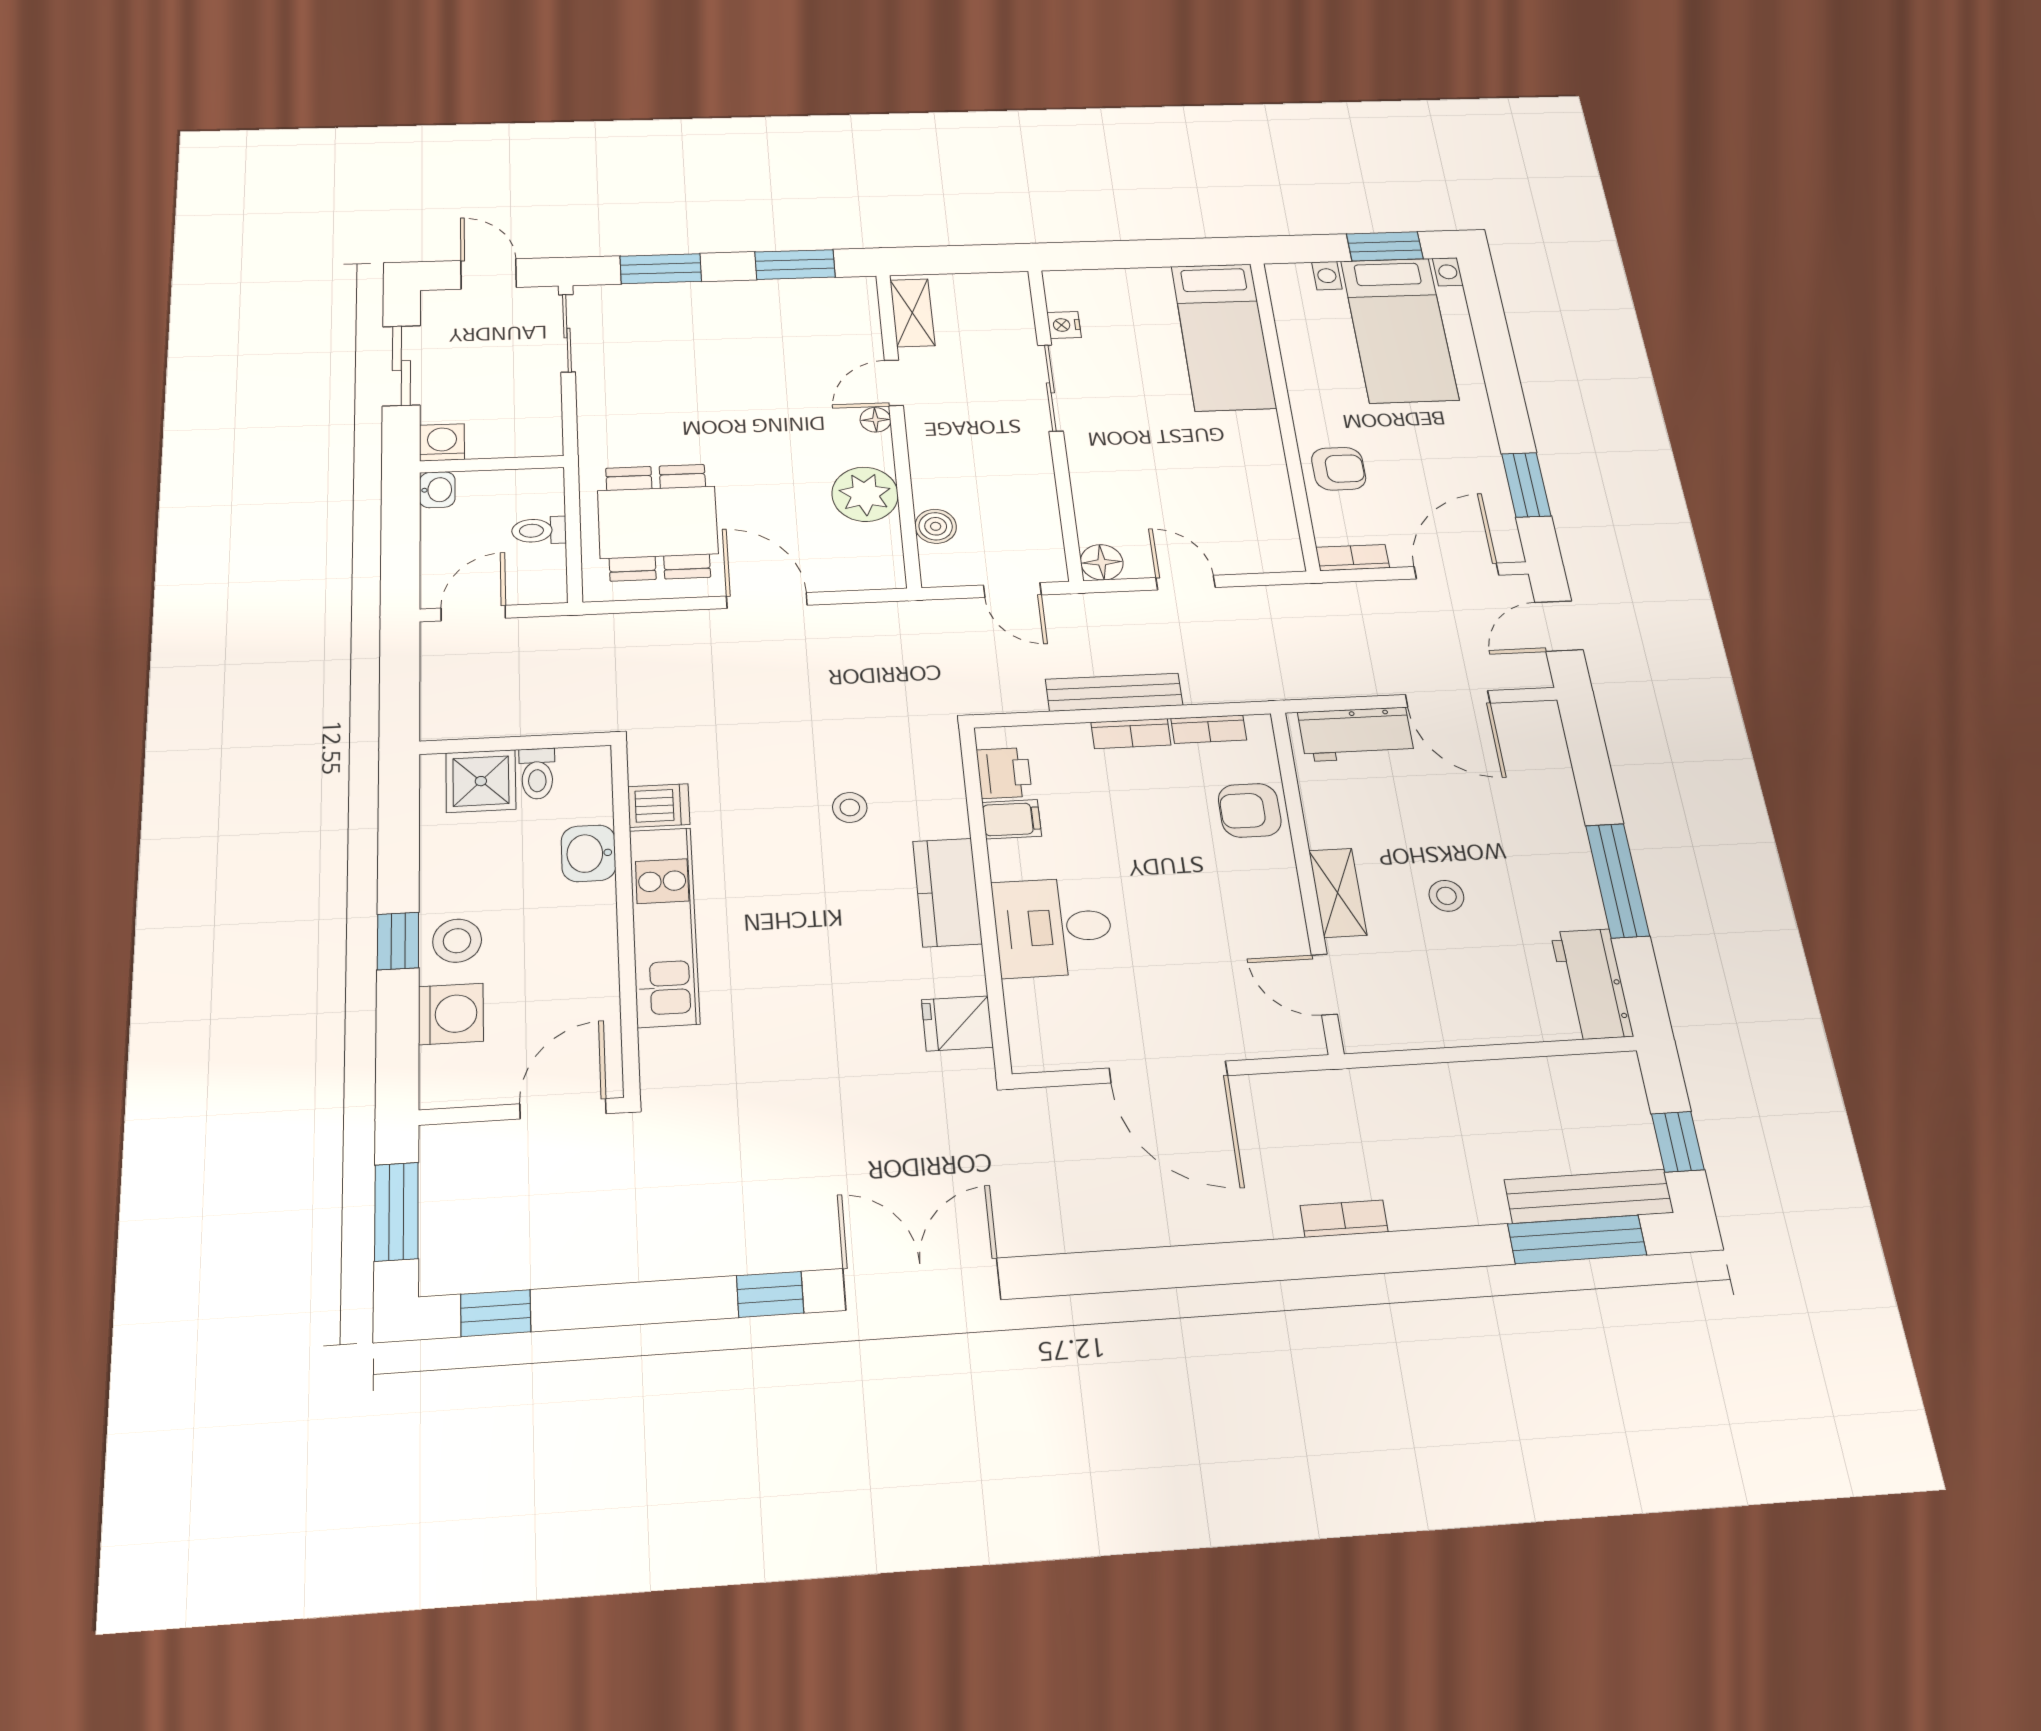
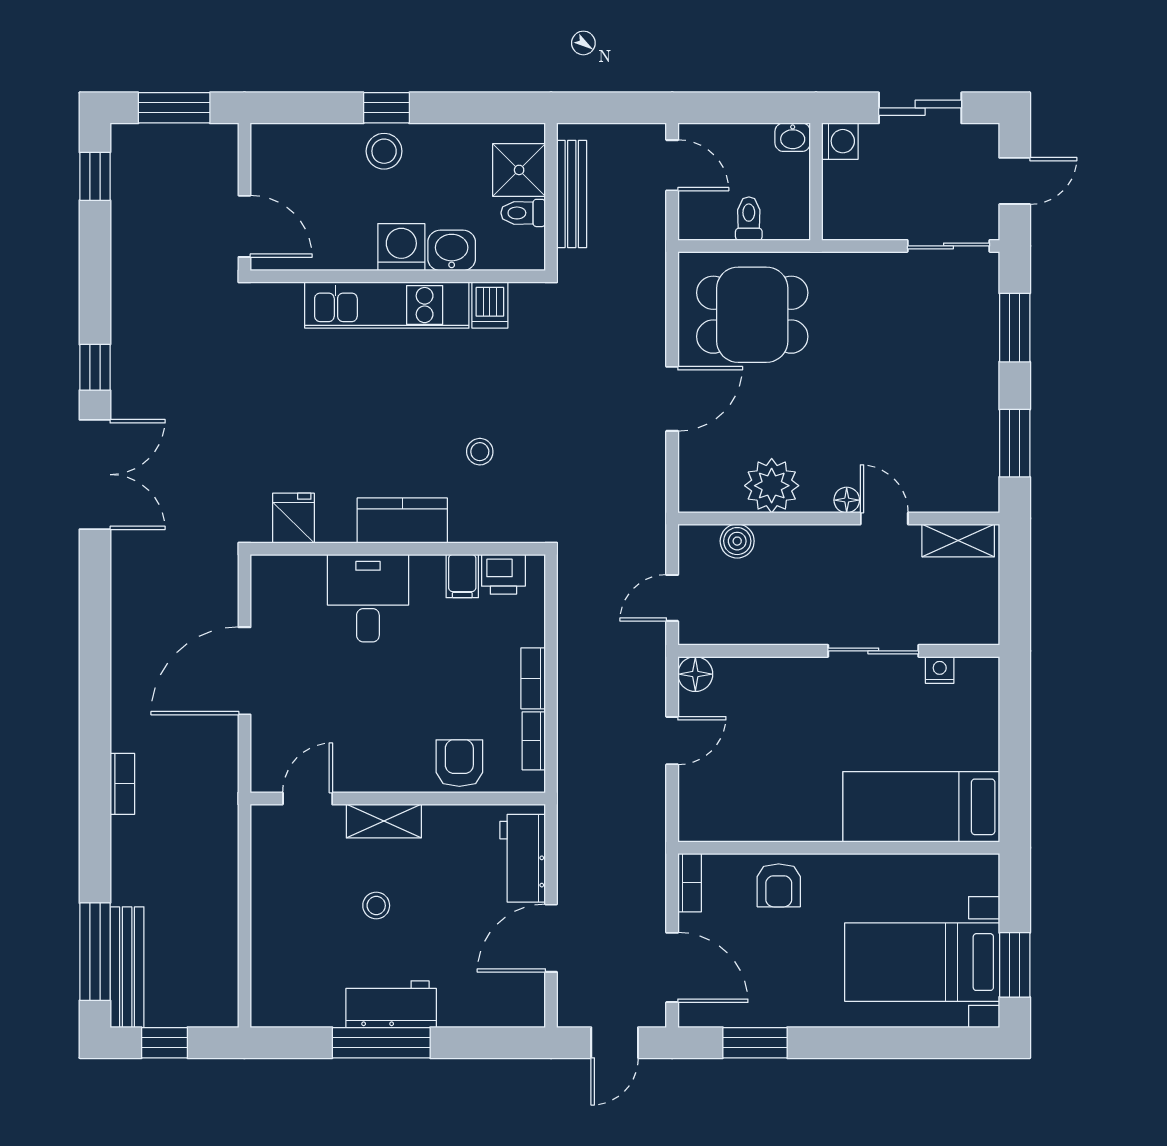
door: (1559, 626) -> (615, 1043), swing flipped
bench: (1114, 692) -> (572, 194), moved
workbench: (1592, 984) -> (391, 1004), moved
washing machine: (451, 1014) -> (401, 247), moved, turned 180

